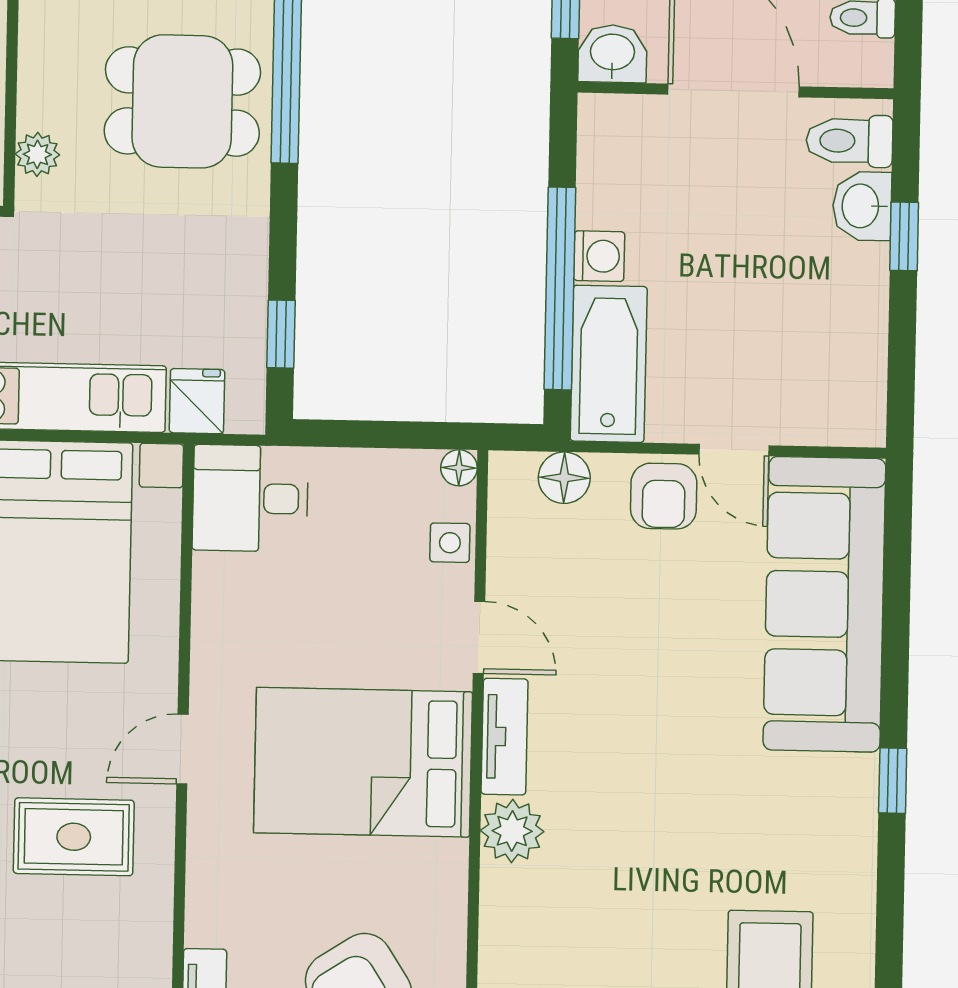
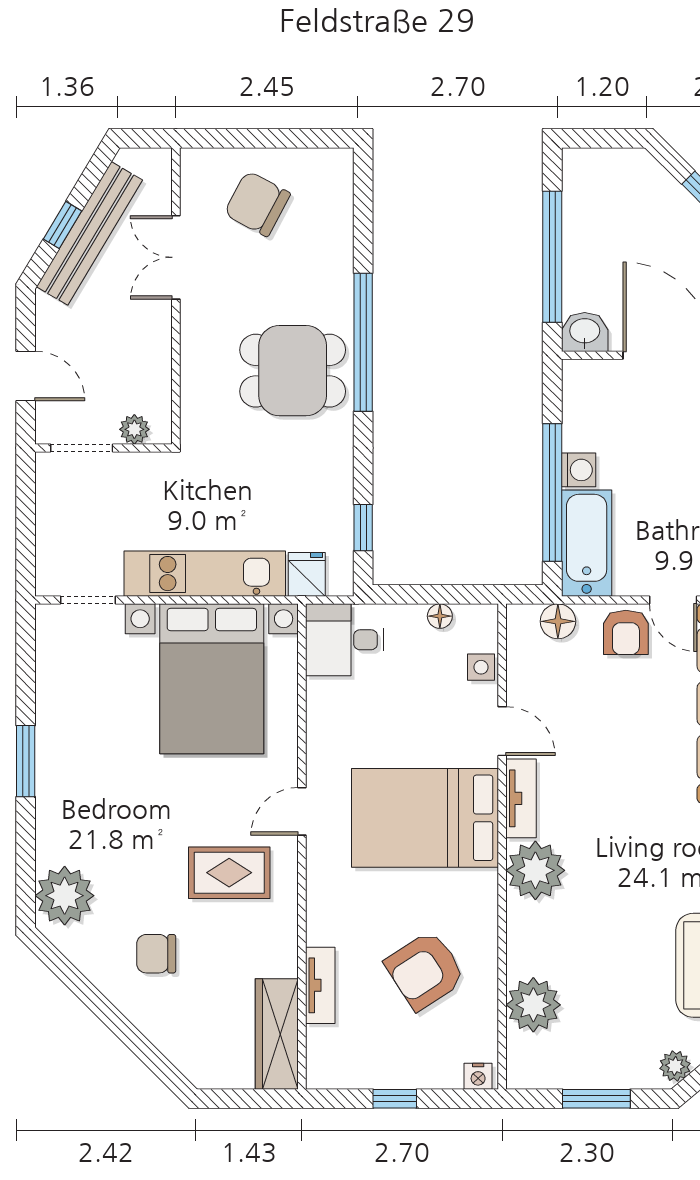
plant: (37, 154) -> (195, 409), removed
floor lamp: (459, 468) -> (440, 616), moved
plant: (512, 831) -> (535, 870), width x1.36, depth x1.36

